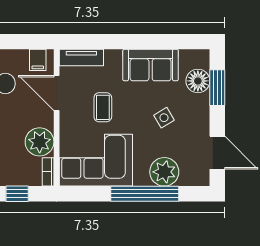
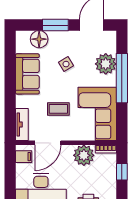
window: (217, 88) -> (55, 25), moved

